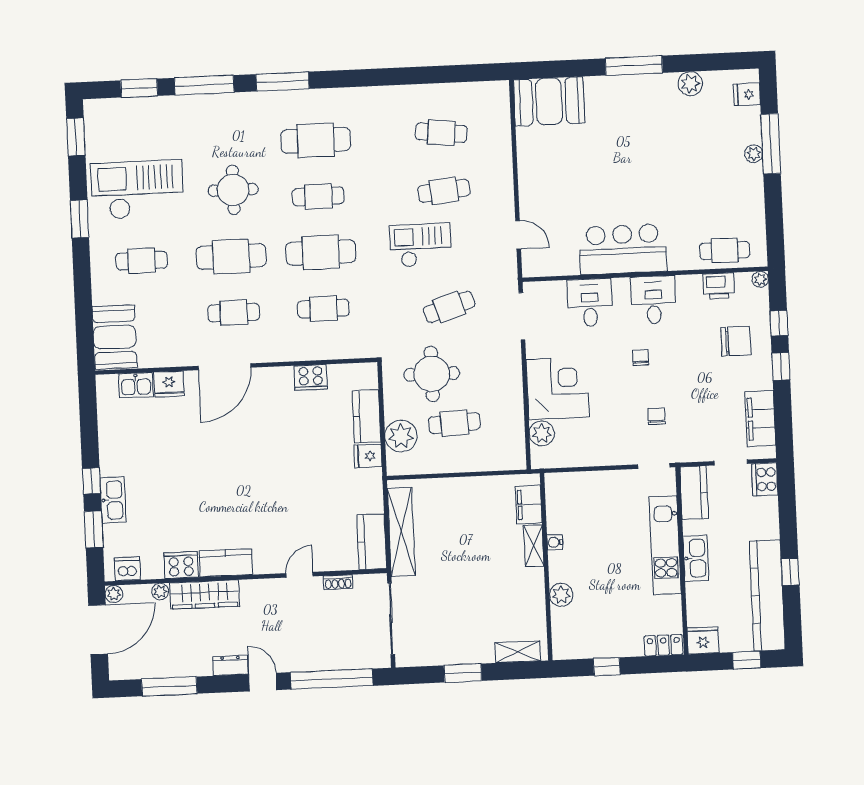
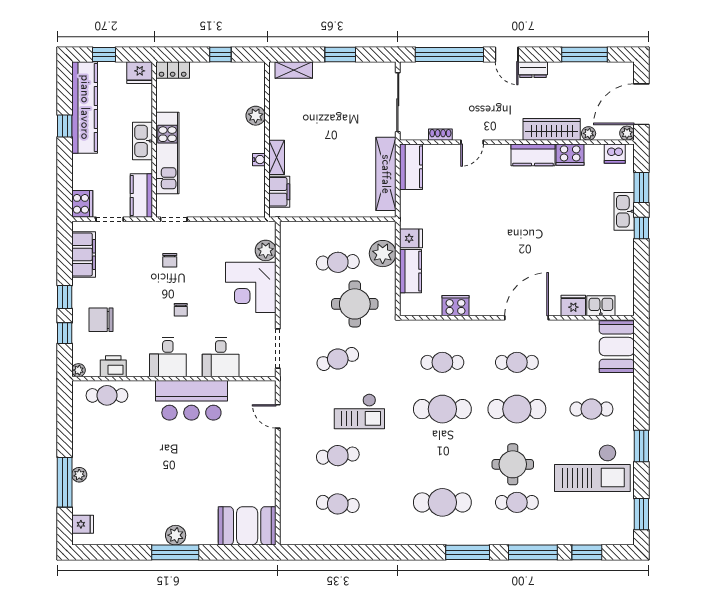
plant: (690, 84) -> (176, 535), moved
cafe table: (318, 196) -> (517, 502), moved

